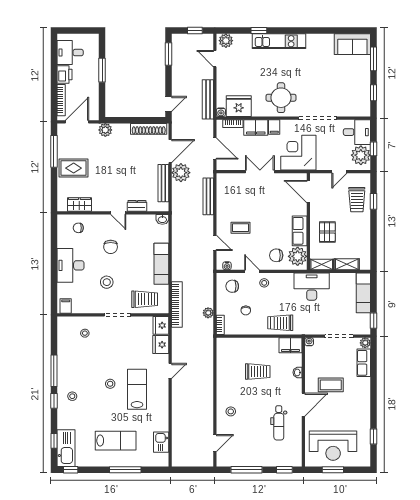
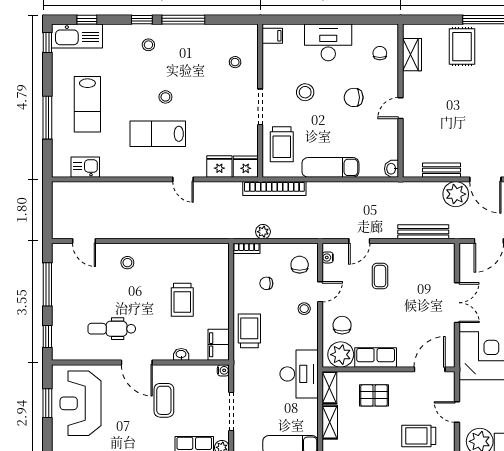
bench: (163, 183) -> (441, 170), width x0.73
dresser: (137, 206) -> (410, 134), removed
lab bench: (137, 389) -> (158, 134), turned 180

